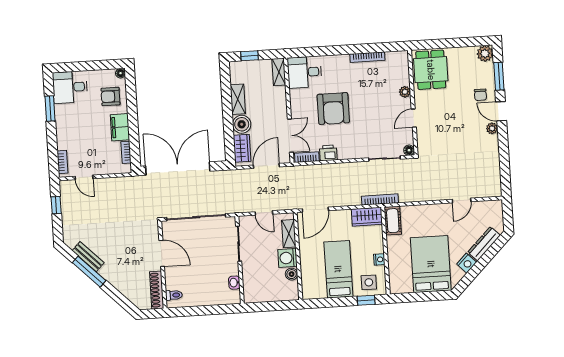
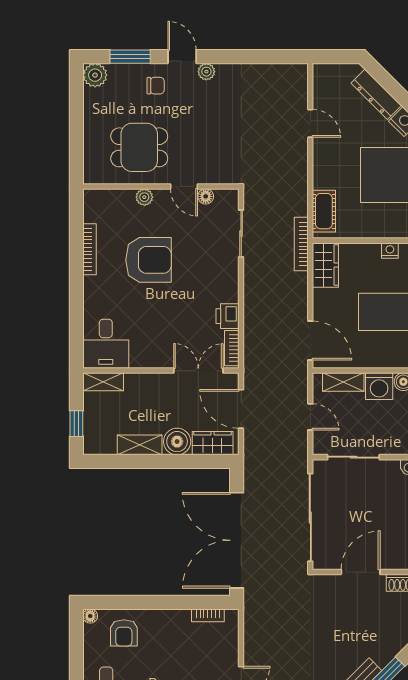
dining table: (431, 70) -> (139, 147), moved
armchair: (333, 109) -> (149, 260), moved
door: (501, 111) -> (182, 57), swing flipped
filing cabinet: (120, 127) -> (170, 622), removed
floor lamp: (409, 150) -> (206, 196), moved
door: (264, 213) -> (310, 417), hinge flipped
cot: (393, 221) -> (324, 211), moved, turned 90

